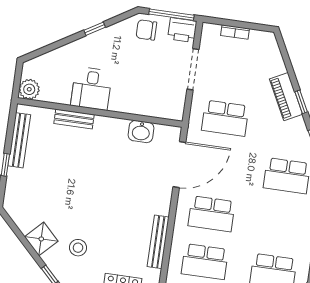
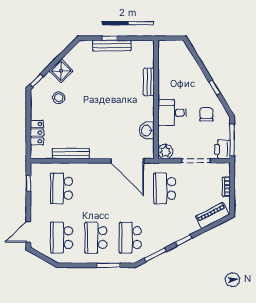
chair: (146, 30) -> (206, 114), moved
desk: (91, 88) -> (172, 113), moved
plant: (29, 89) -> (165, 152), moved
piano: (286, 97) -> (212, 215), moved
bench: (19, 140) -> (112, 46), moved
school desk: (212, 214) -> (96, 238), moved

